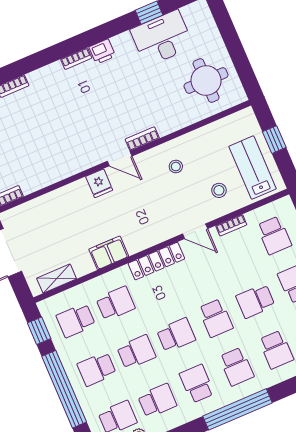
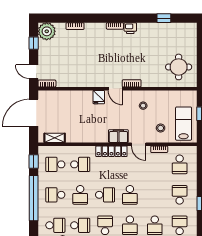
desk: (162, 38) -> (165, 35), removed
filing cabinet: (109, 253) -> (118, 136), moved
school desk: (255, 301) -> (155, 195), removed
school desk: (136, 352) -> (80, 195), turned 90

